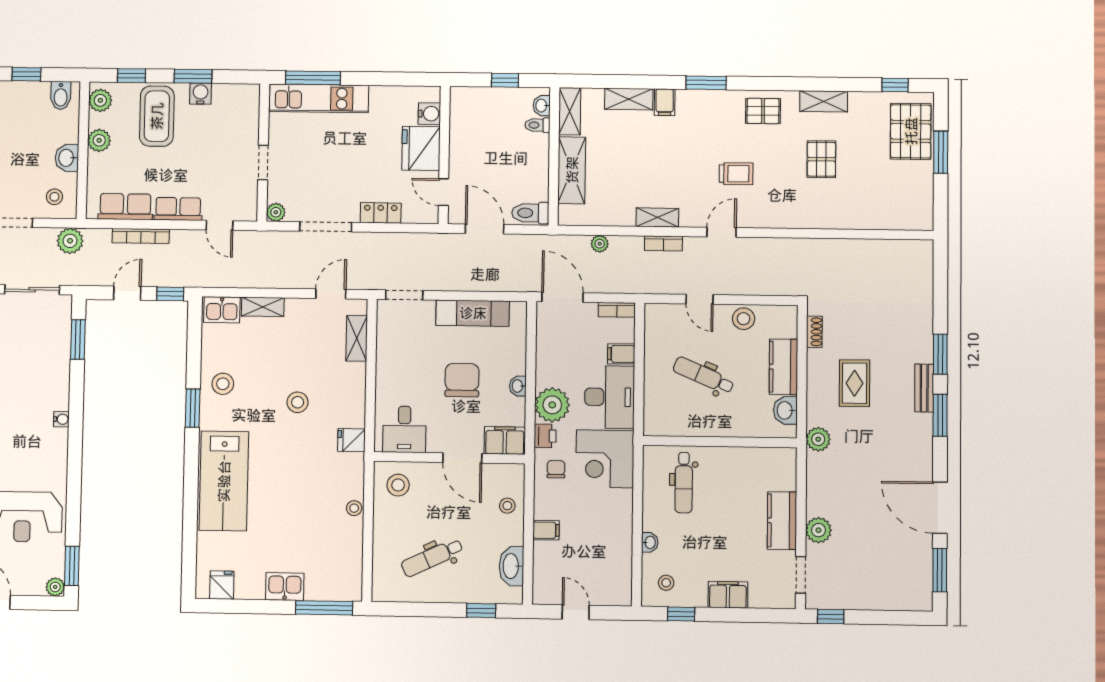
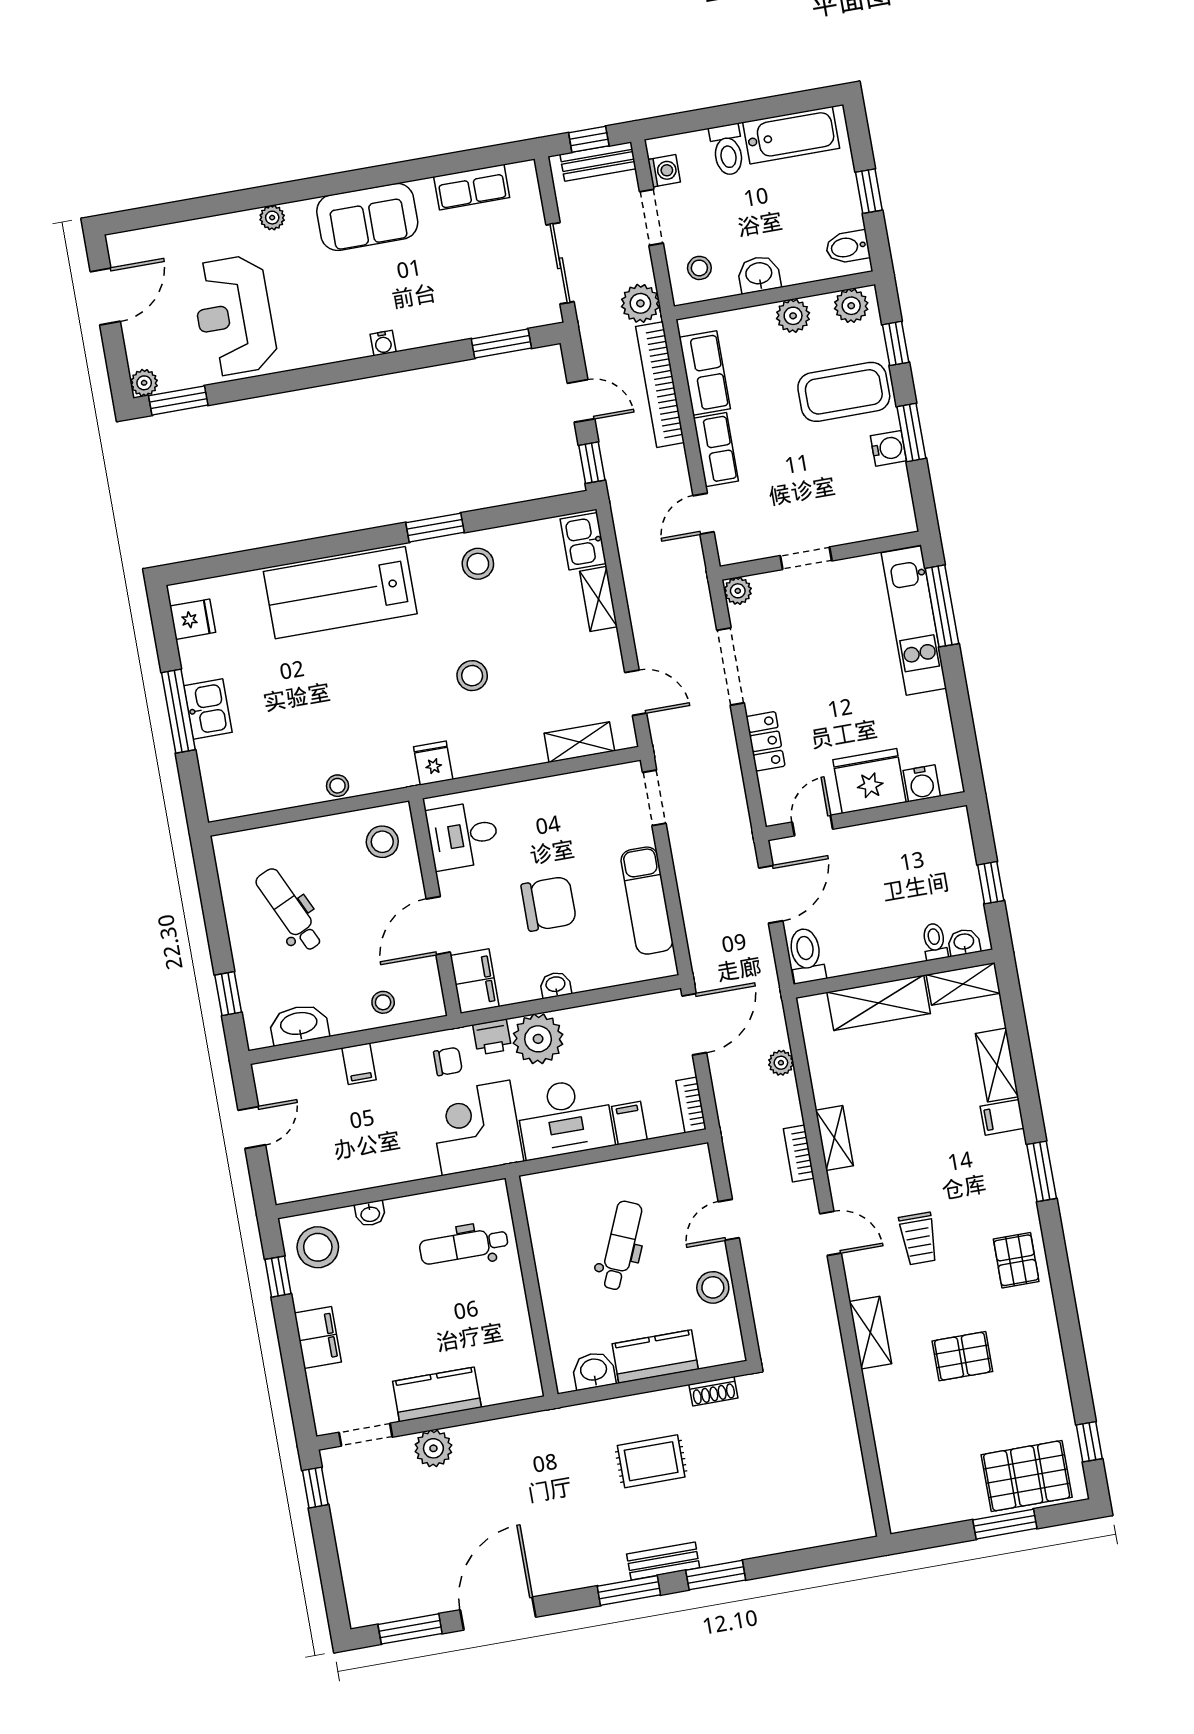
shelving: (824, 101) -> (870, 1333), moved
bookcase: (141, 236) -> (660, 385), width x1.48, depth x1.31
plant: (818, 439) -> (562, 1425), removed
stool: (666, 583) -> (318, 1247), width x1.89, depth x1.89
window: (324, 608) -> (178, 711), moved

